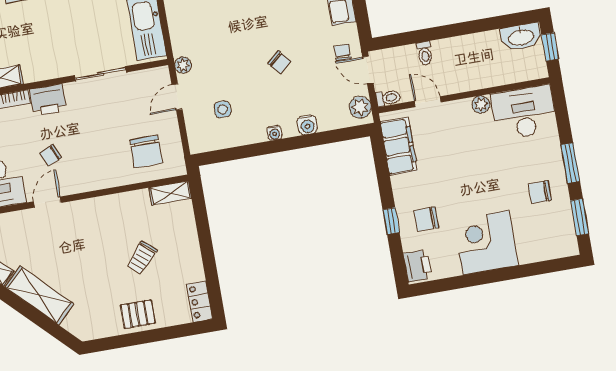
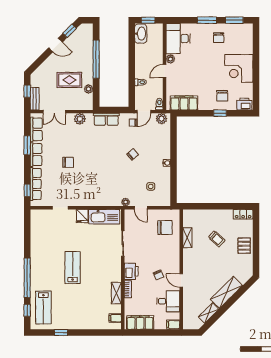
door: (428, 102) -> (165, 71), moved
water cooler: (307, 125) -> (166, 146), removed
shelving: (170, 193) -> (187, 238), moved

